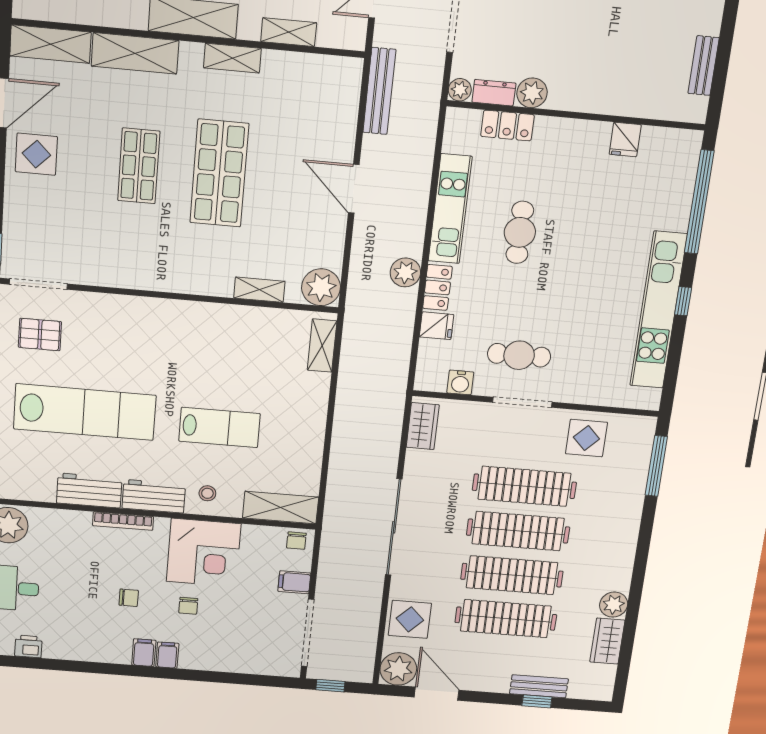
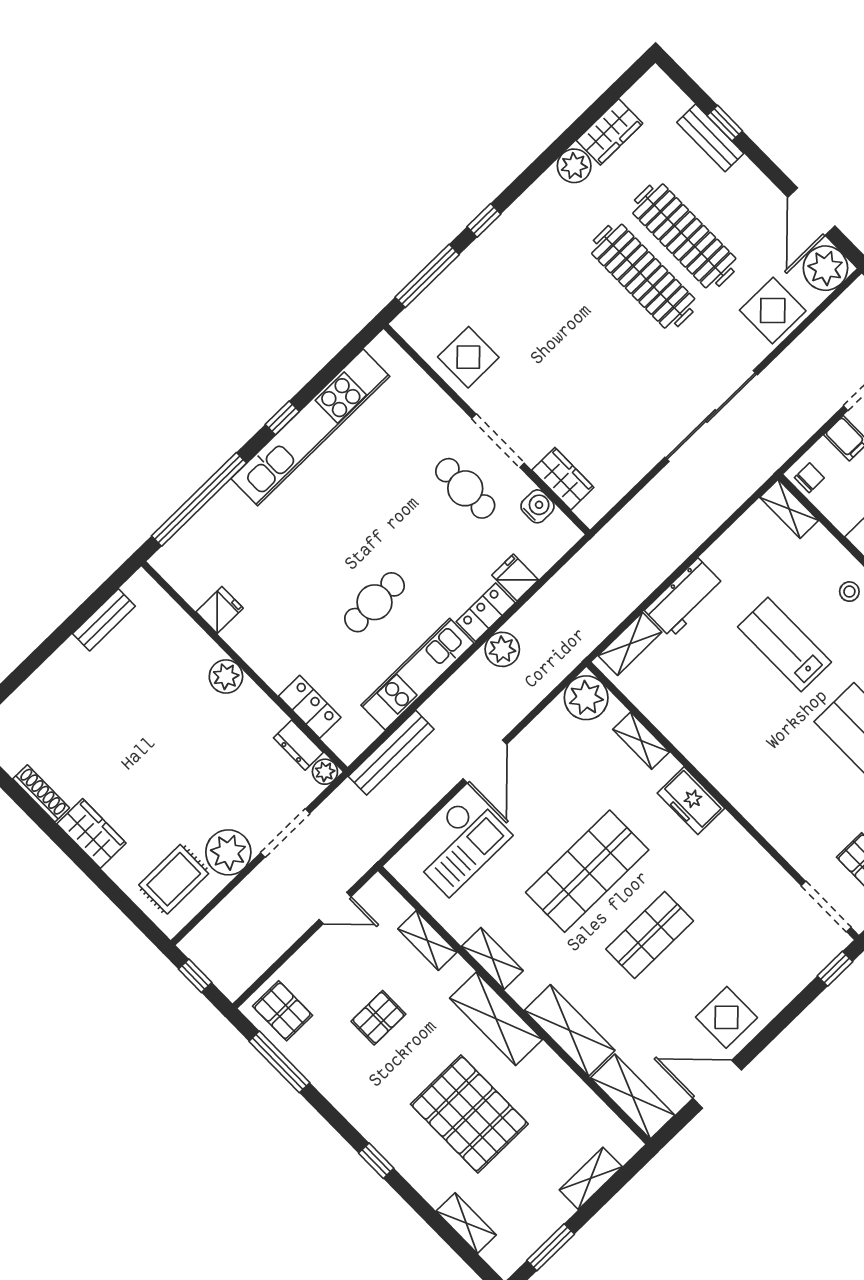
bench: (379, 91) -> (391, 753), moved
plant: (532, 93) -> (226, 676), moved
checkout: (324, 118) -> (459, 844), added
freezer: (191, 278) -> (691, 801), added
workbench: (311, 404) -> (685, 598), added
wardrobe: (423, 426) -> (563, 479), moved, turned 90
clothes rail: (524, 486) -> (561, 357), removed
shelving: (281, 508) -> (789, 509), width x0.67, depth x0.75
window: (646, 528) -> (484, 220), added
clothes rail: (518, 531) -> (602, 316), removed

